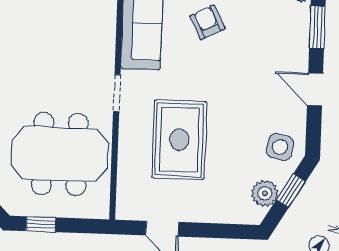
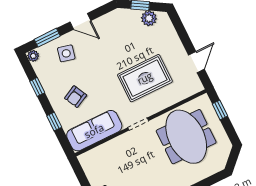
door: (315, 89) -> (80, 21), hinge flipped
side table: (280, 147) -> (66, 53), moved
window: (41, 224) -> (220, 110), moved

